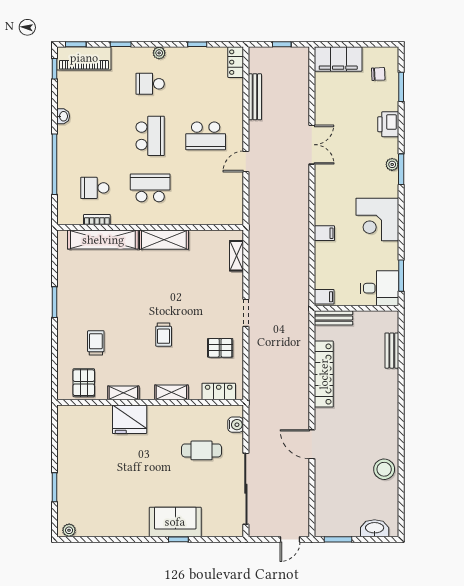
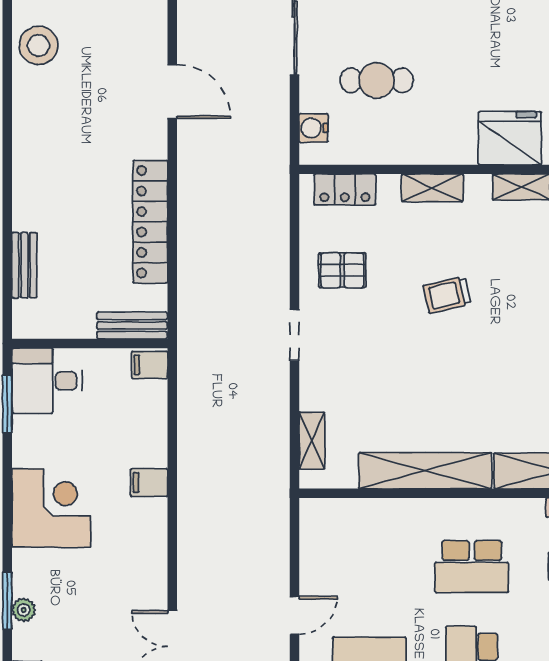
shelving: (164, 240) -> (425, 471), width x1.47
trolley: (164, 335) -> (447, 295), turned -103

